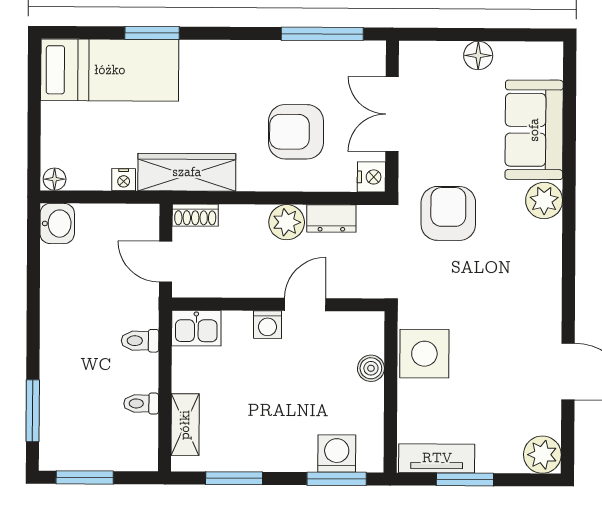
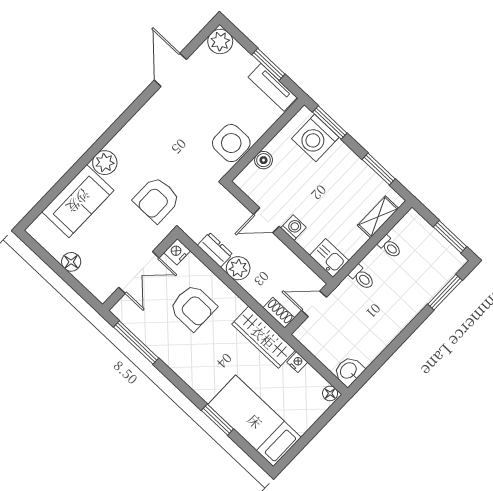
door: (166, 262) -> (314, 304), swing flipped
washing machine: (337, 454) -> (315, 138), width x1.37, depth x1.37

